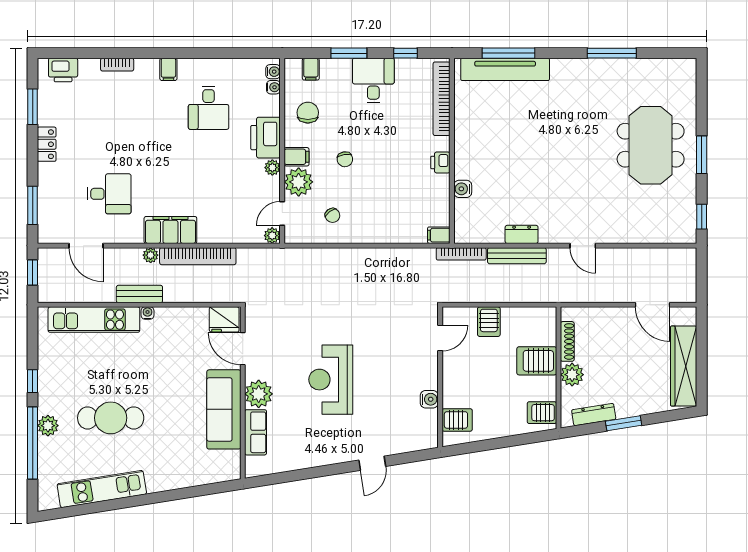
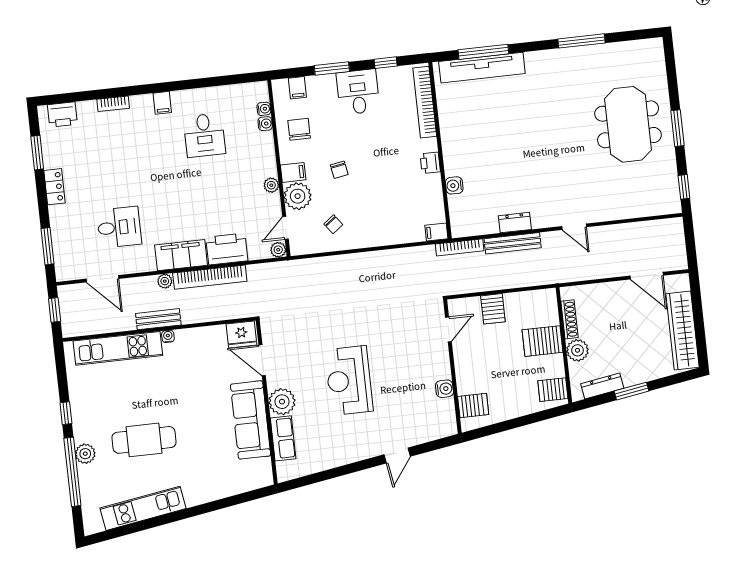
water cooler: (273, 72) -> (265, 124), moved
printer: (265, 138) -> (227, 249), moved, turned 90

